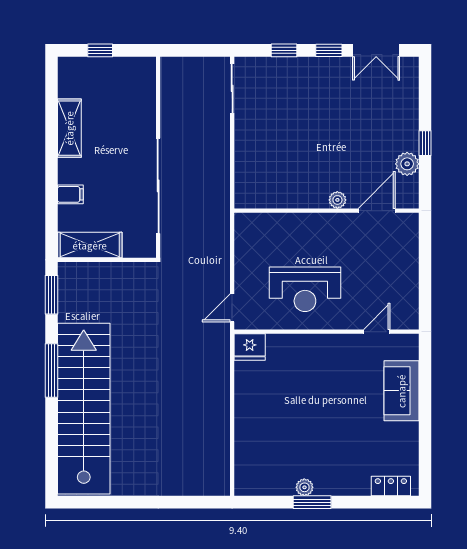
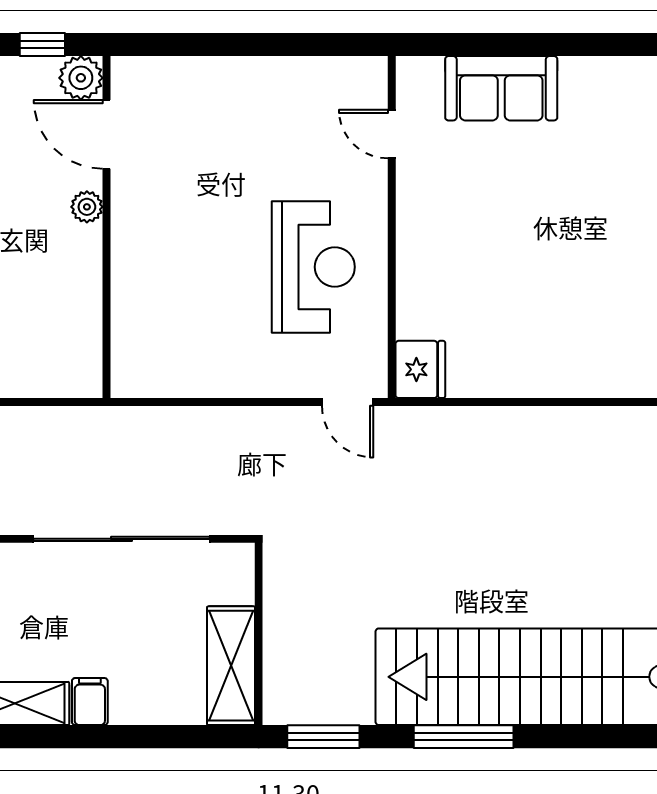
filing cabinet: (70, 194) -> (90, 702), moved
plant: (337, 200) -> (87, 207), moved
wall: (327, 211) -> (107, 227), moved
door: (377, 211) -> (107, 134), moved

